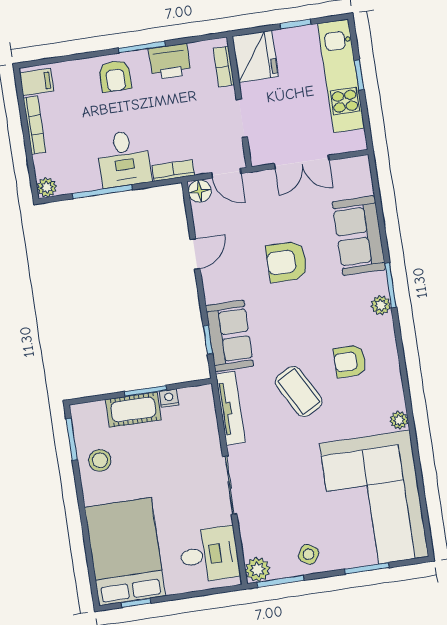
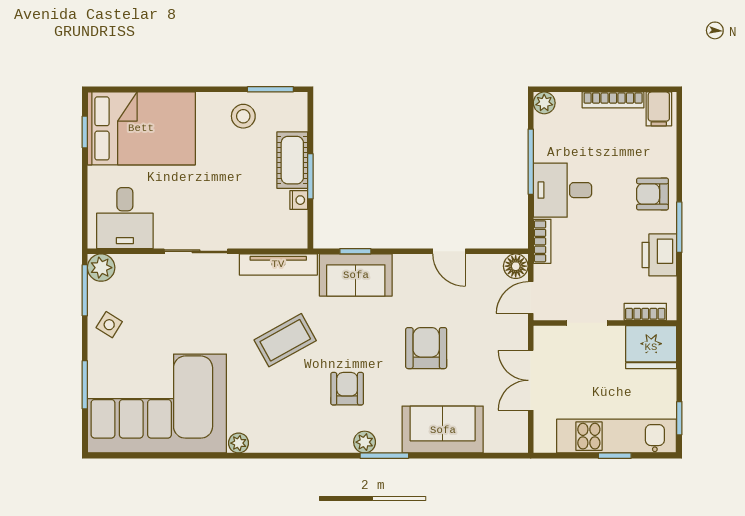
window: (295, 24) -> (679, 418), moved
armchair: (350, 361) -> (347, 389), moved

